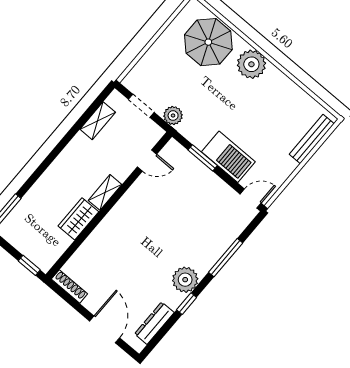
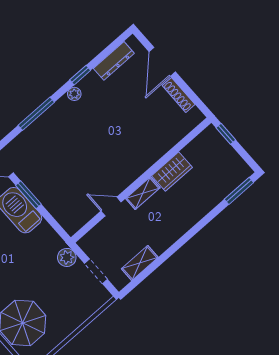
window: (203, 158) -> (28, 195), moved
door: (147, 161) -> (111, 206), moved
plant: (185, 280) -> (74, 94), width x0.53, depth x0.53
shoe rack: (69, 286) -> (179, 95), moved

